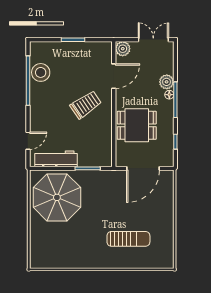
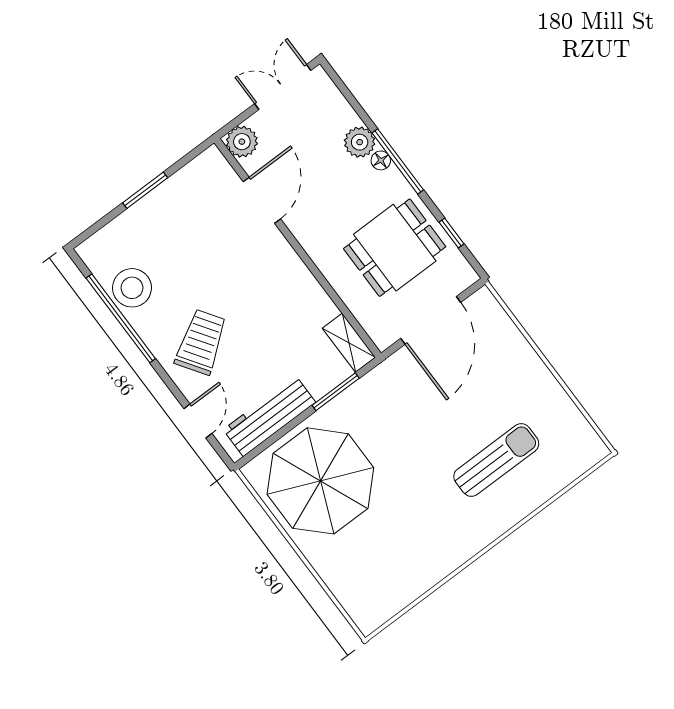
trolley: (86, 105) -> (201, 342), moved
dining table: (137, 125) -> (395, 248), moved
shelving: (106, 154) -> (349, 343), added

